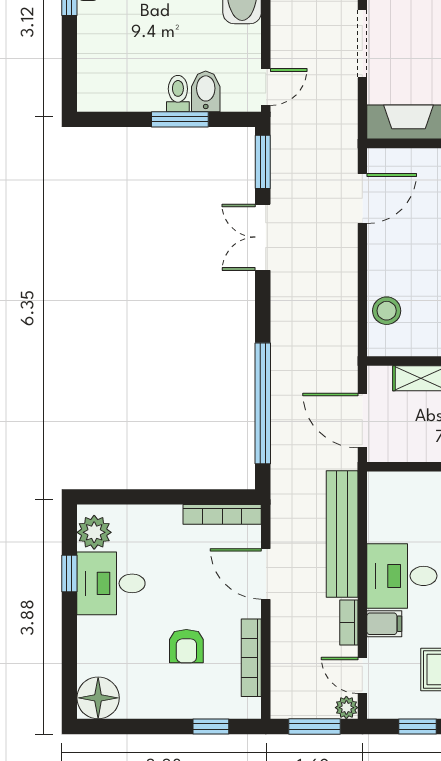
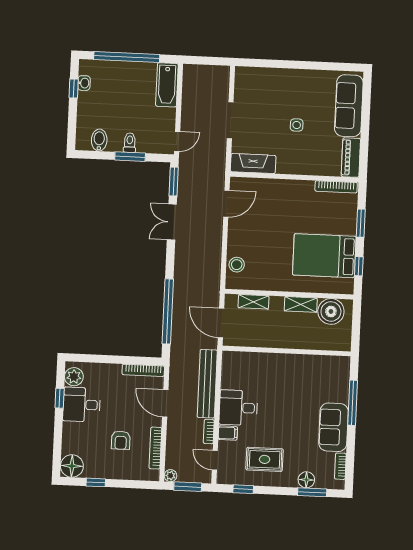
bidet: (206, 91) -> (99, 140), moved
plant: (346, 708) -> (171, 476), moved
window: (211, 726) -> (96, 482), moved

